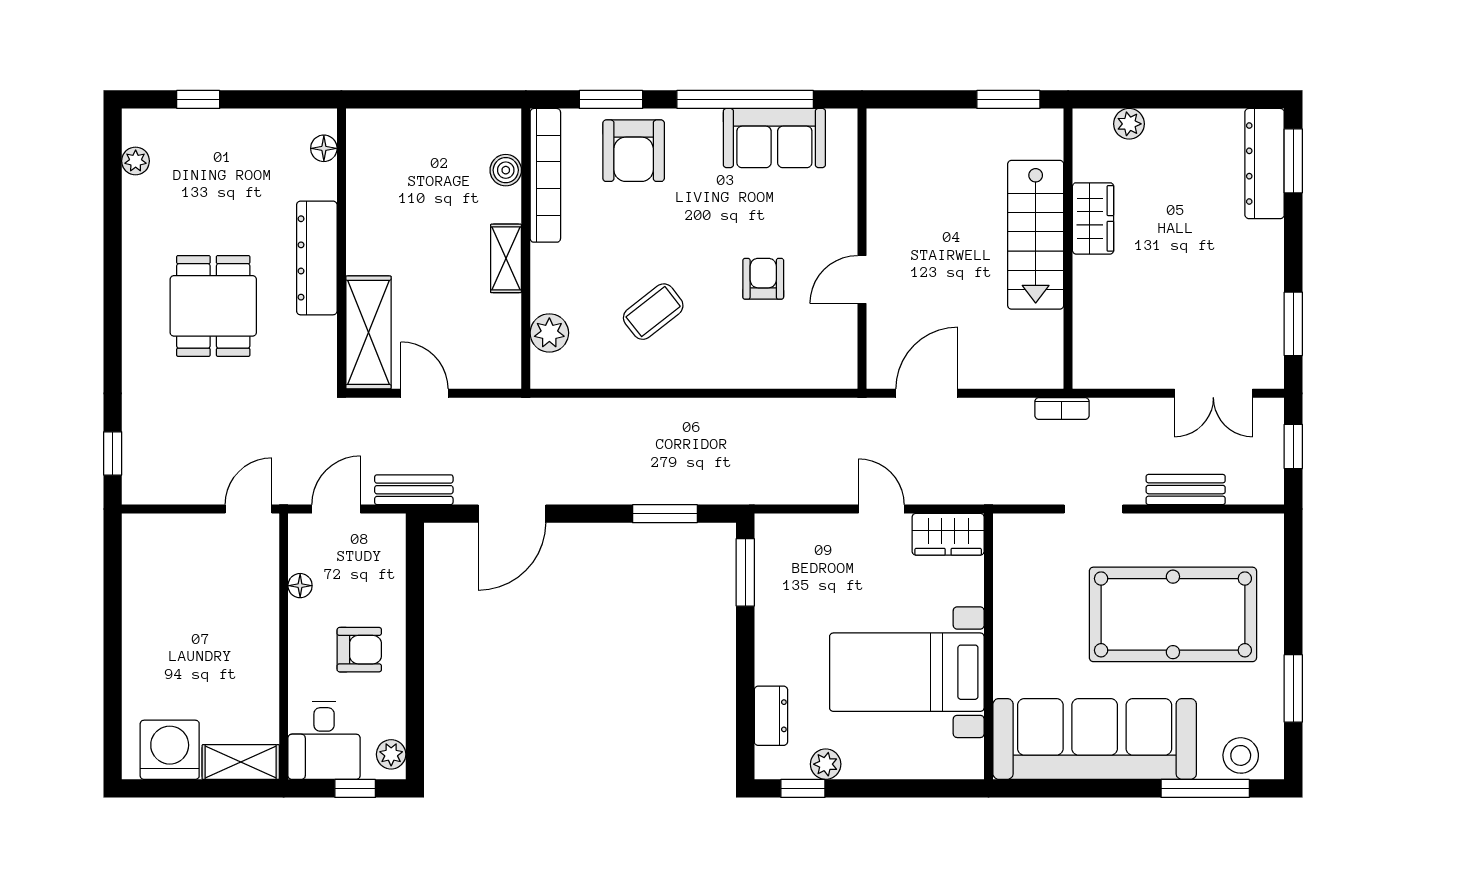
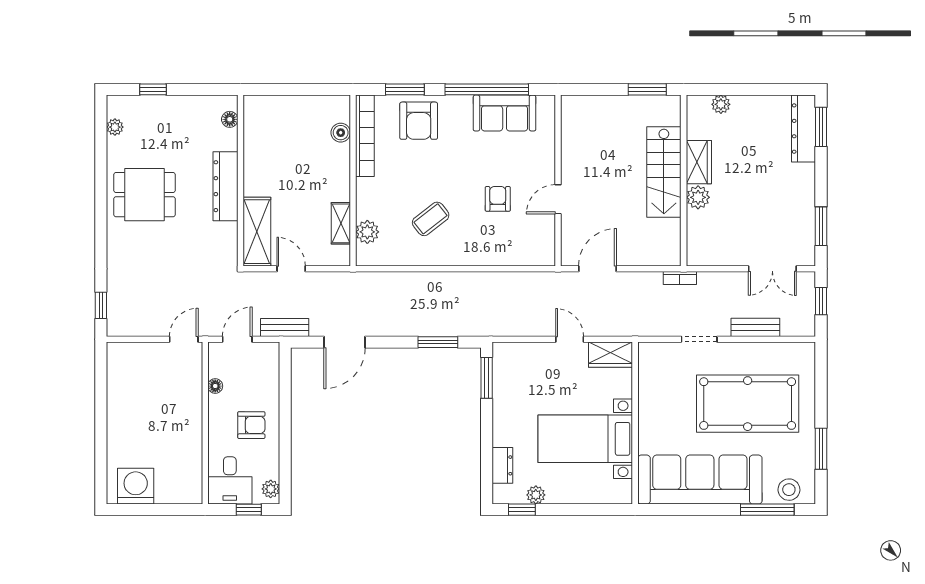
shelving: (506, 258) -> (341, 223), moved
plant: (1092, 276) -> (698, 197), added
dining table: (213, 306) -> (145, 195), moved, turned 90
shelving: (241, 762) -> (179, 494), removed

